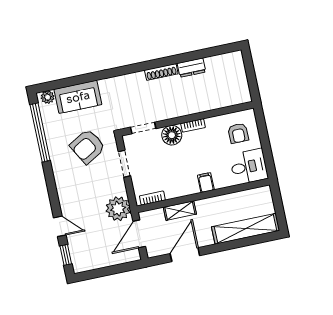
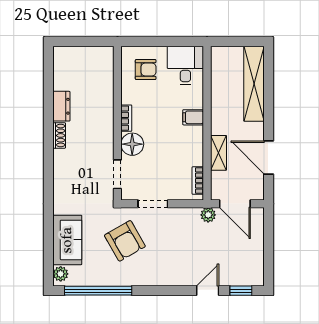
shoe rack: (161, 72) -> (59, 135), width x0.70
plant: (118, 209) -> (208, 215), width x0.53, depth x0.53

